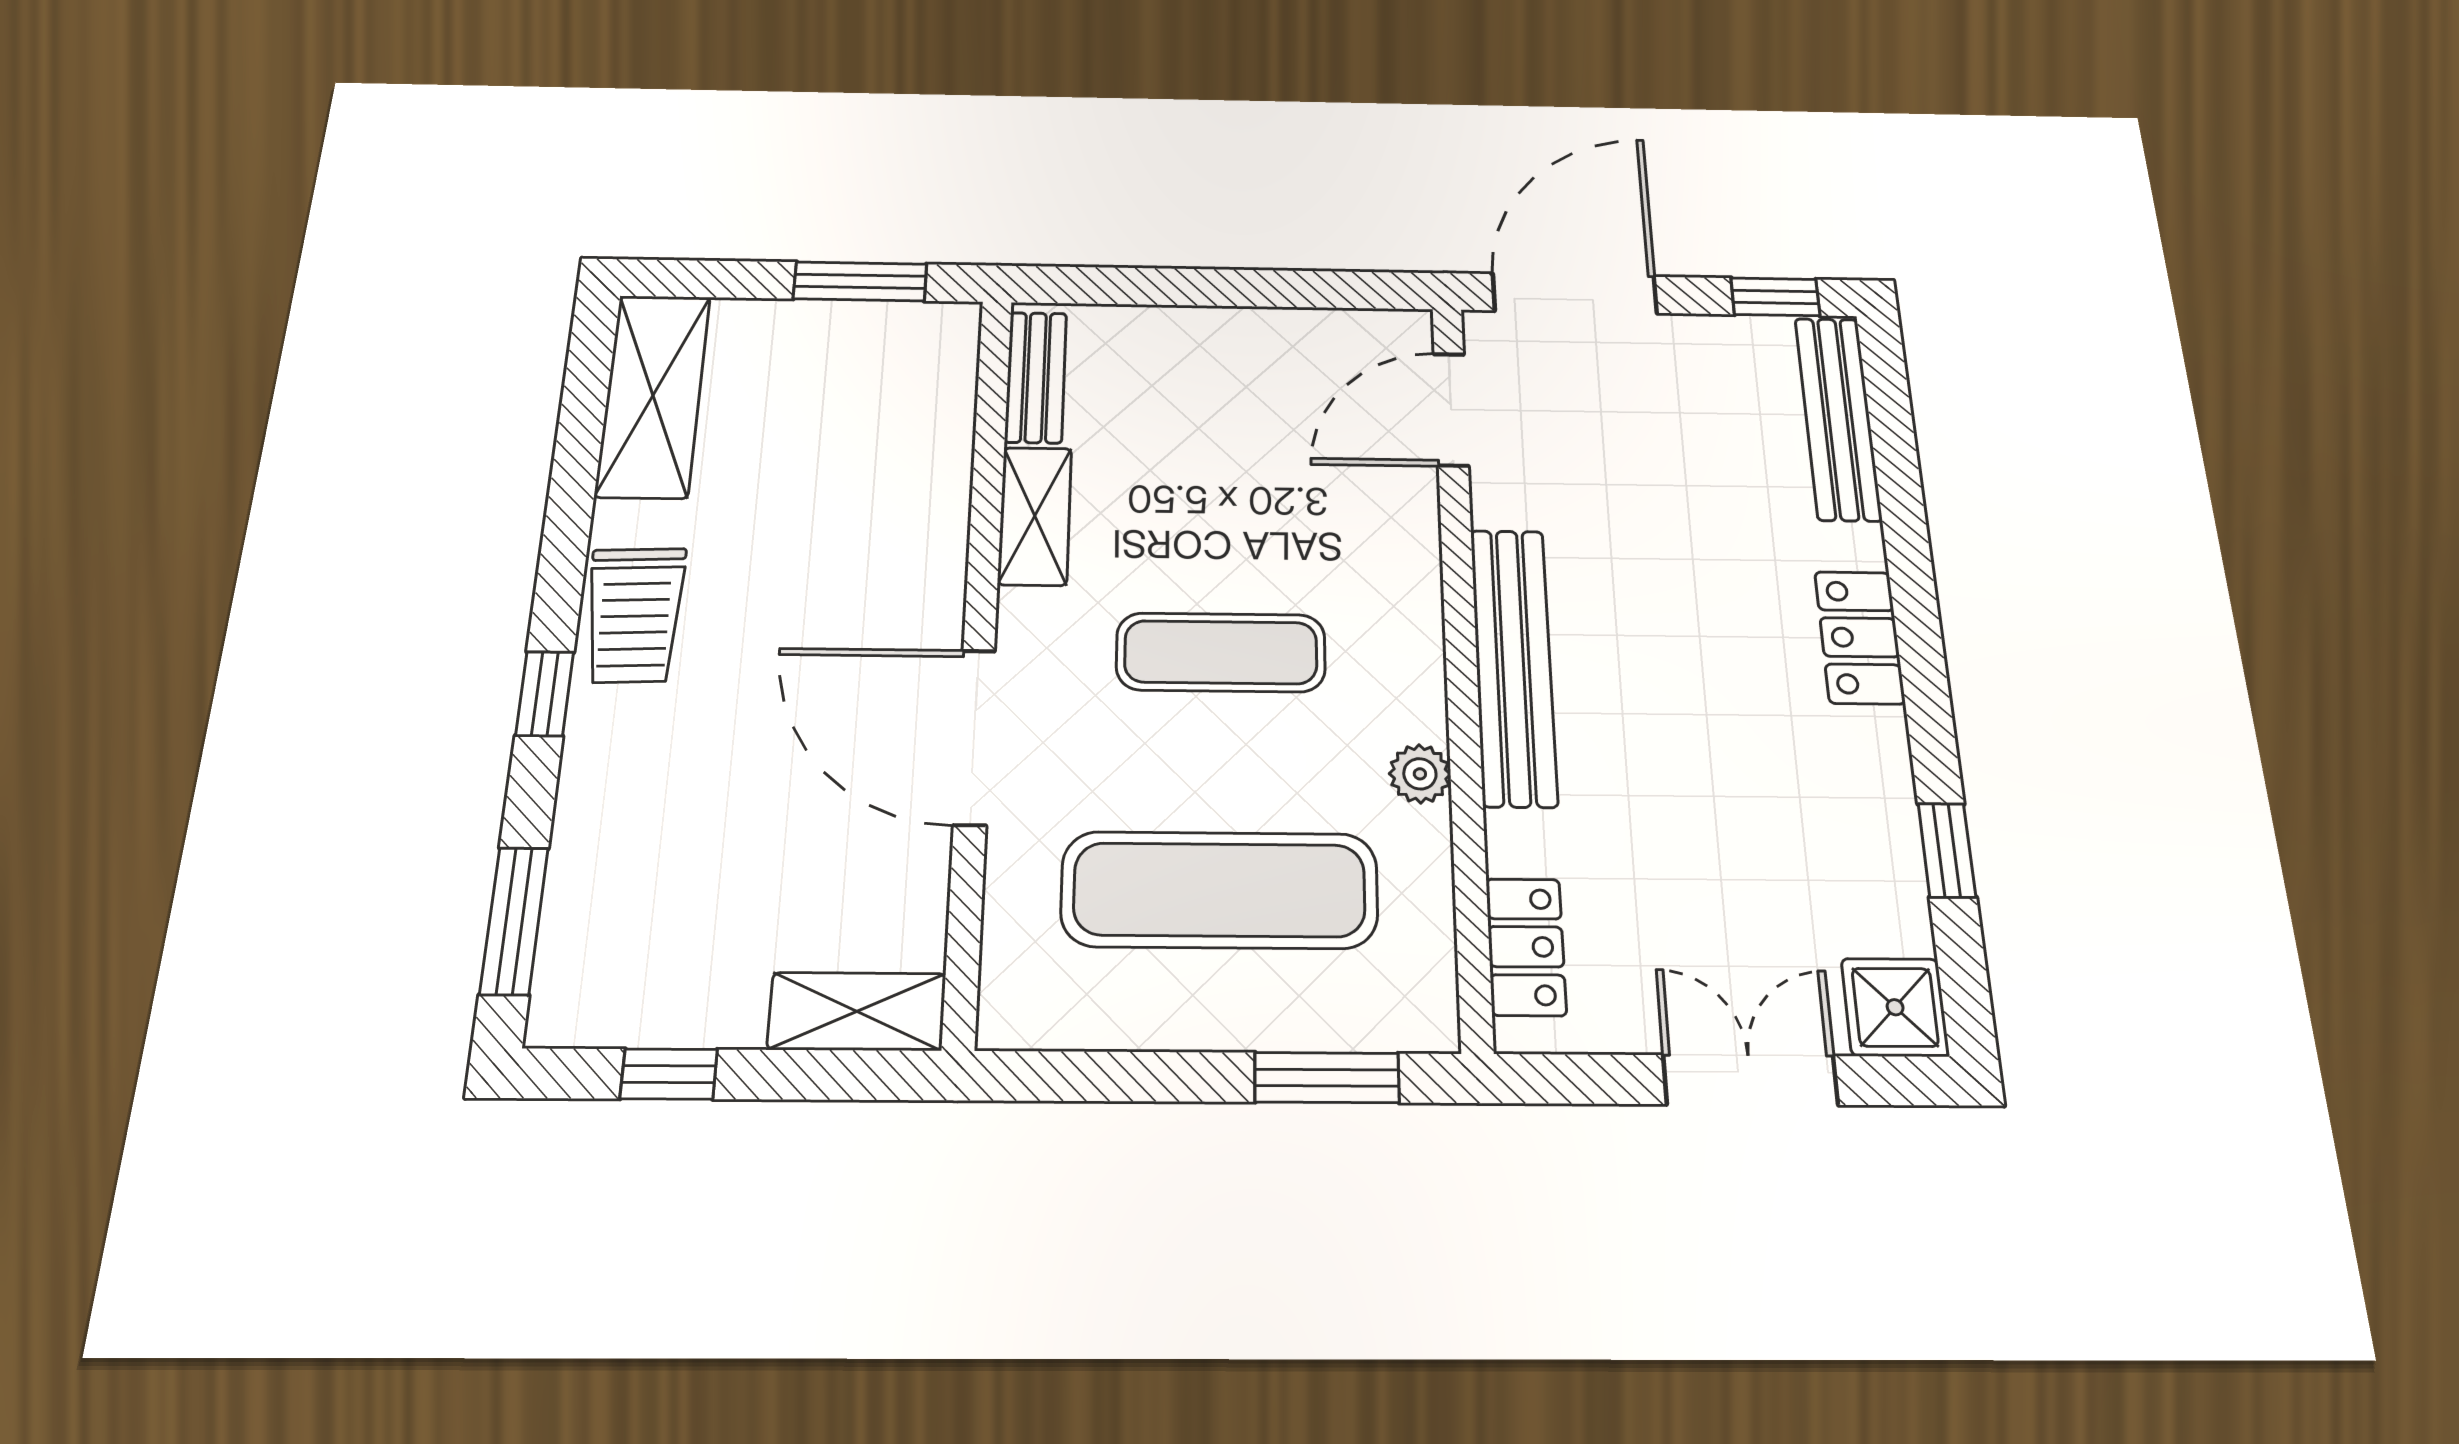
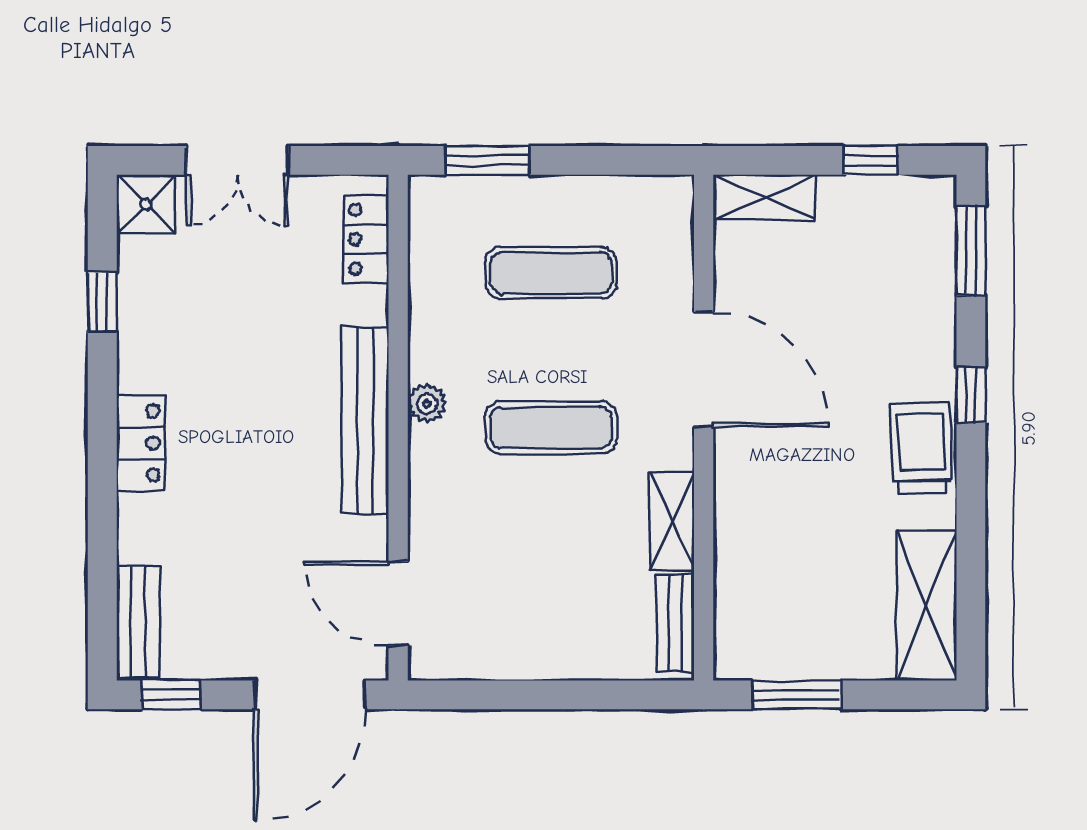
door: (1451, 410) -> (398, 604), swing flipped
bench: (1838, 418) -> (138, 622), width x0.73
plant: (1420, 774) -> (427, 404), moved
exercise mat: (1220, 890) -> (551, 273), width x0.73, depth x0.69

